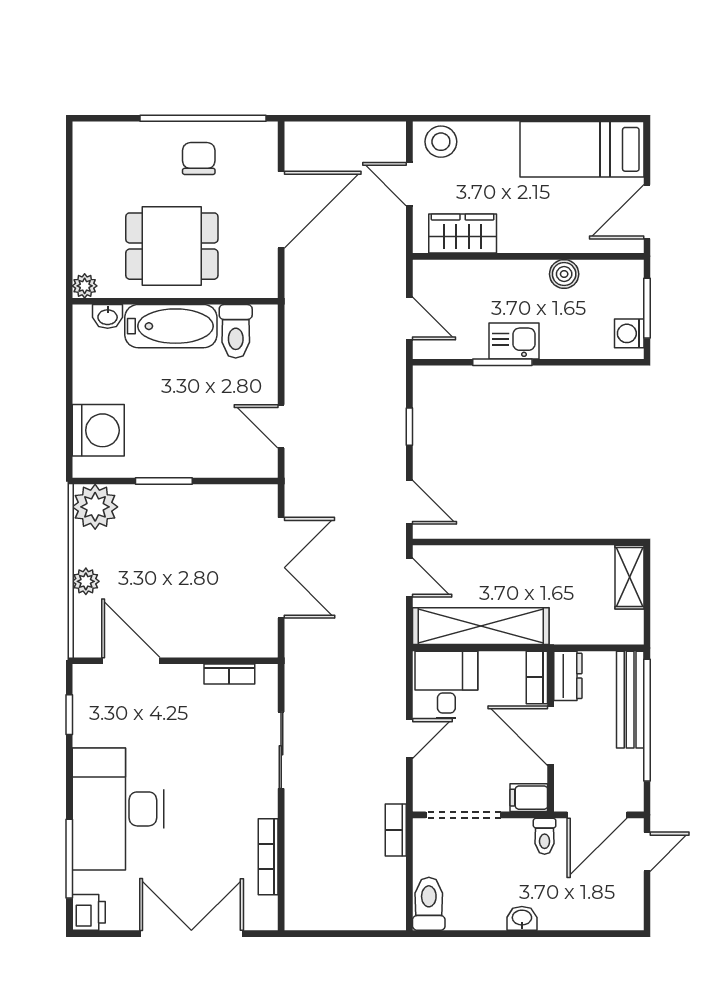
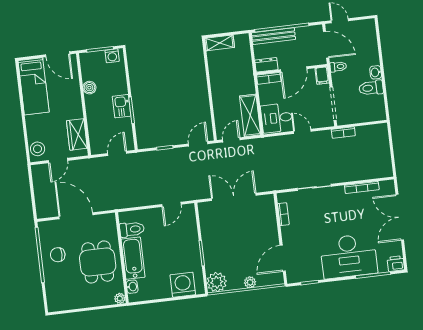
shelving: (481, 626) -> (250, 115), width x0.68
toilet: (429, 904) -> (371, 88), moved

